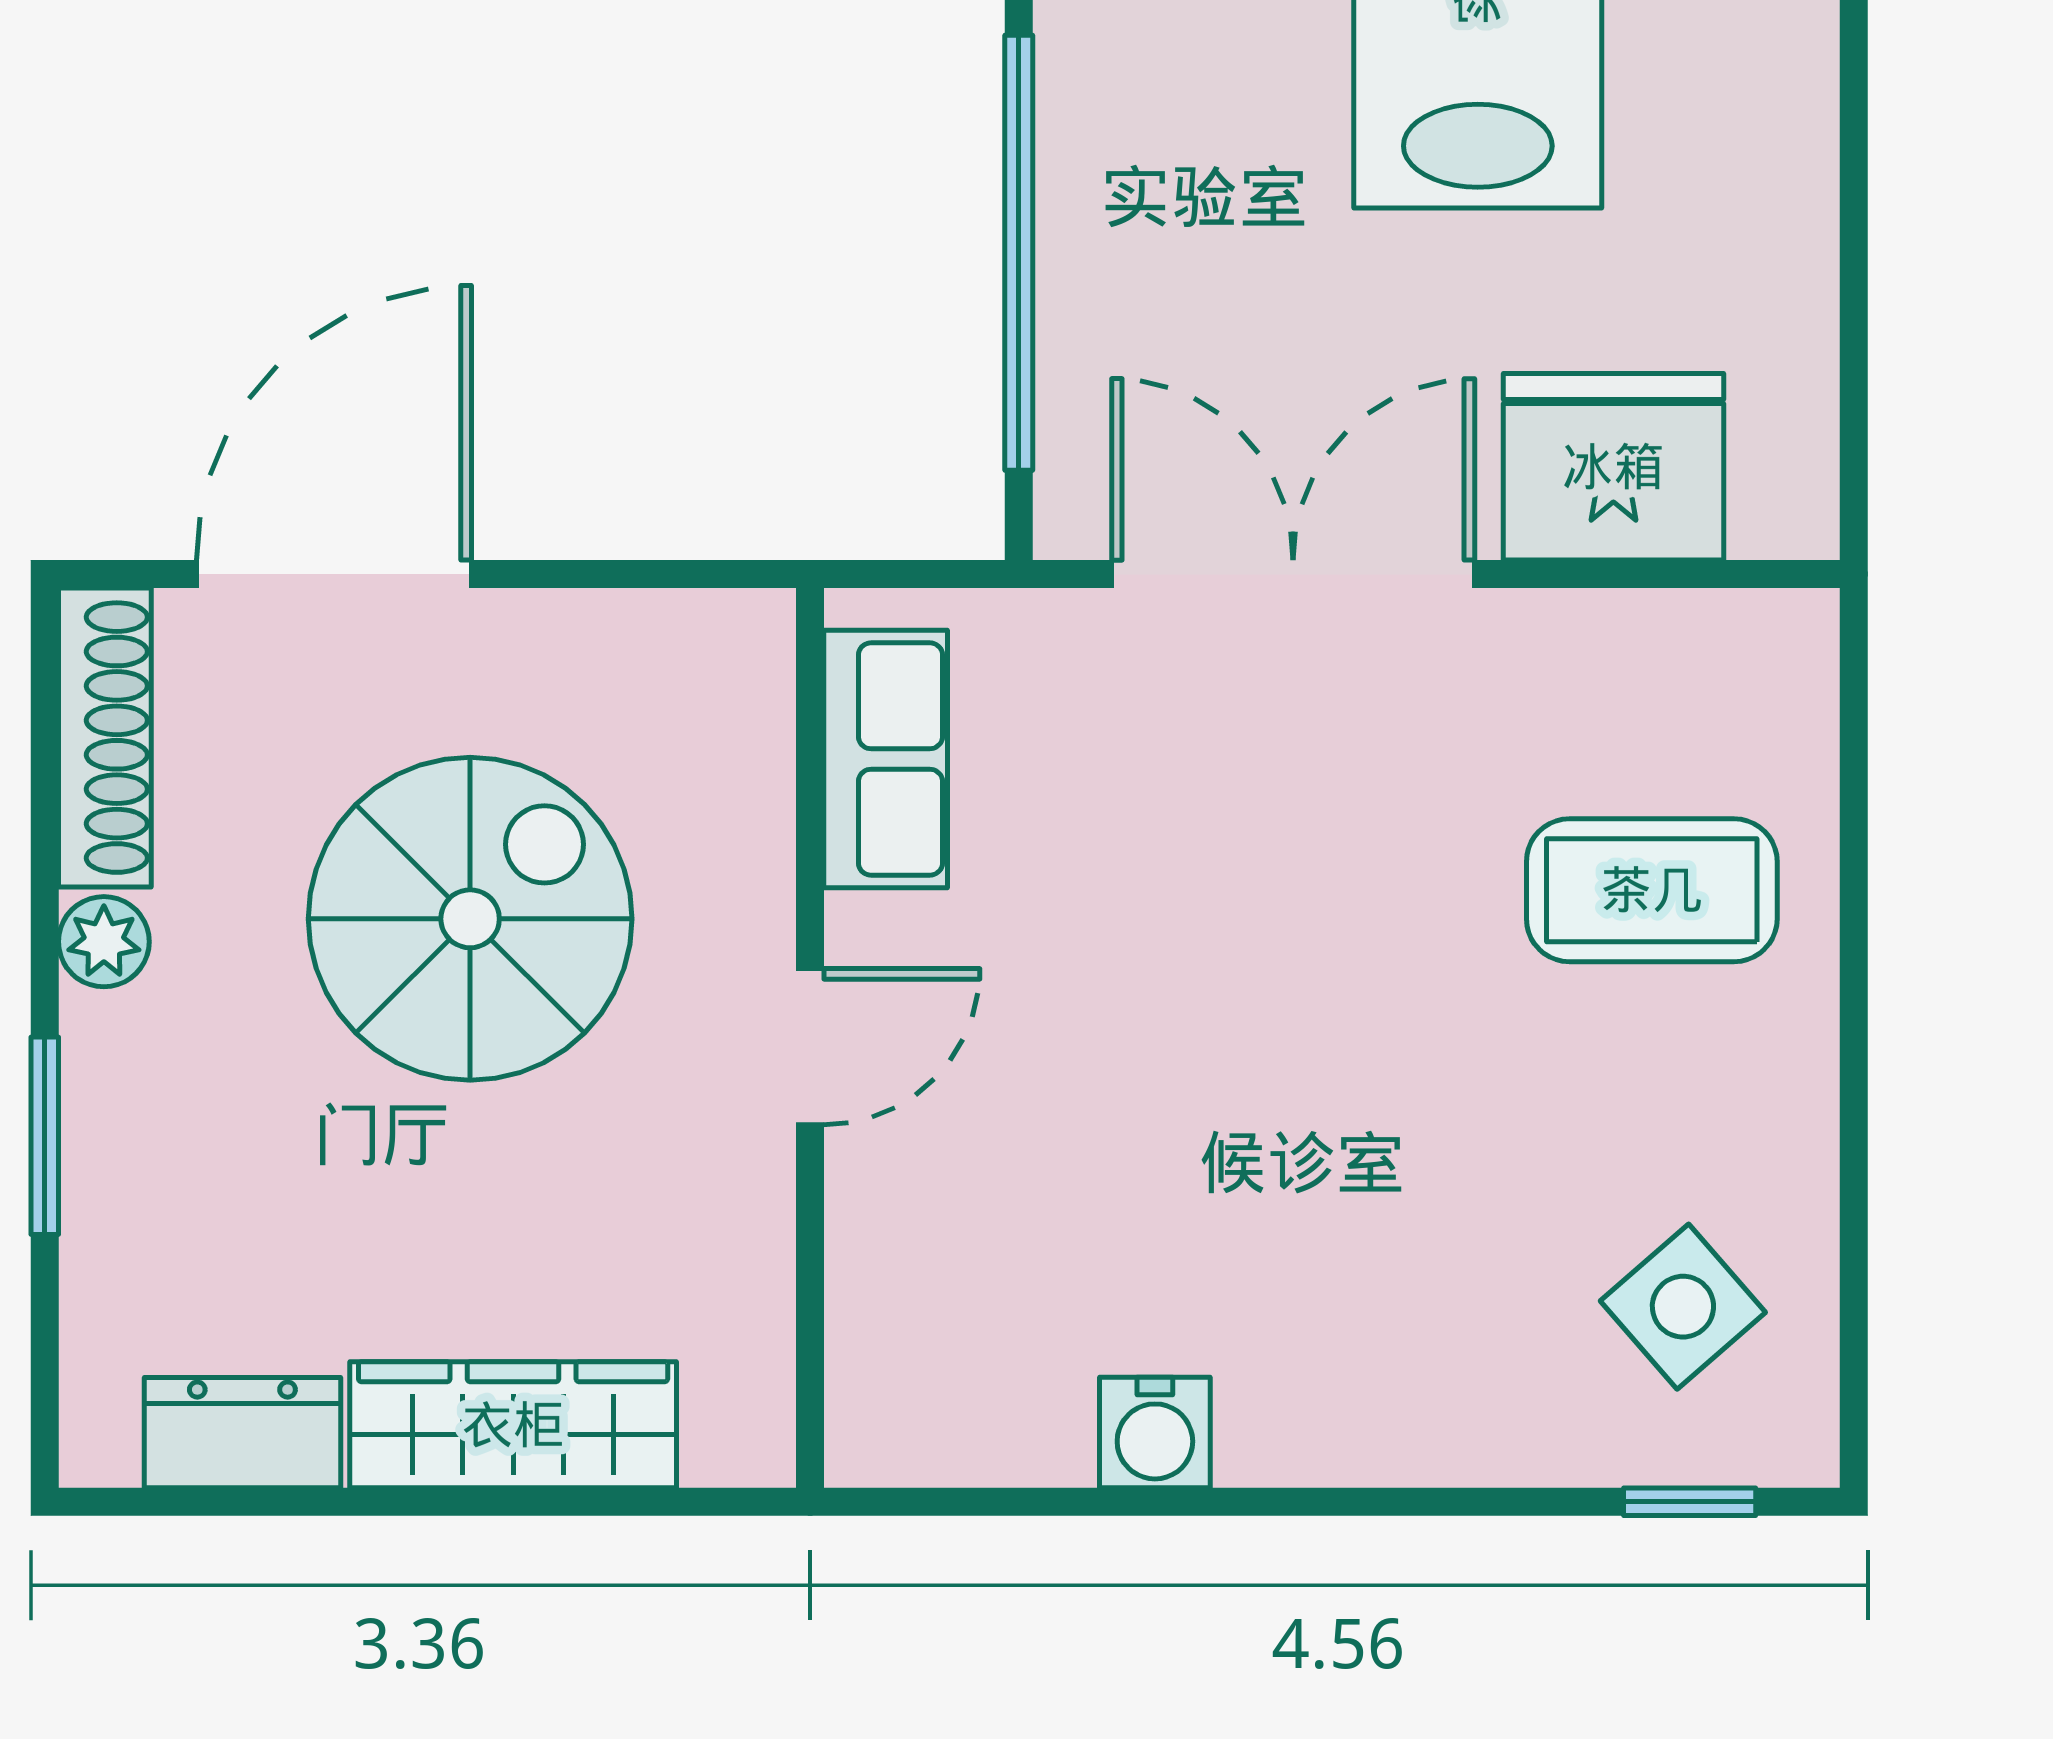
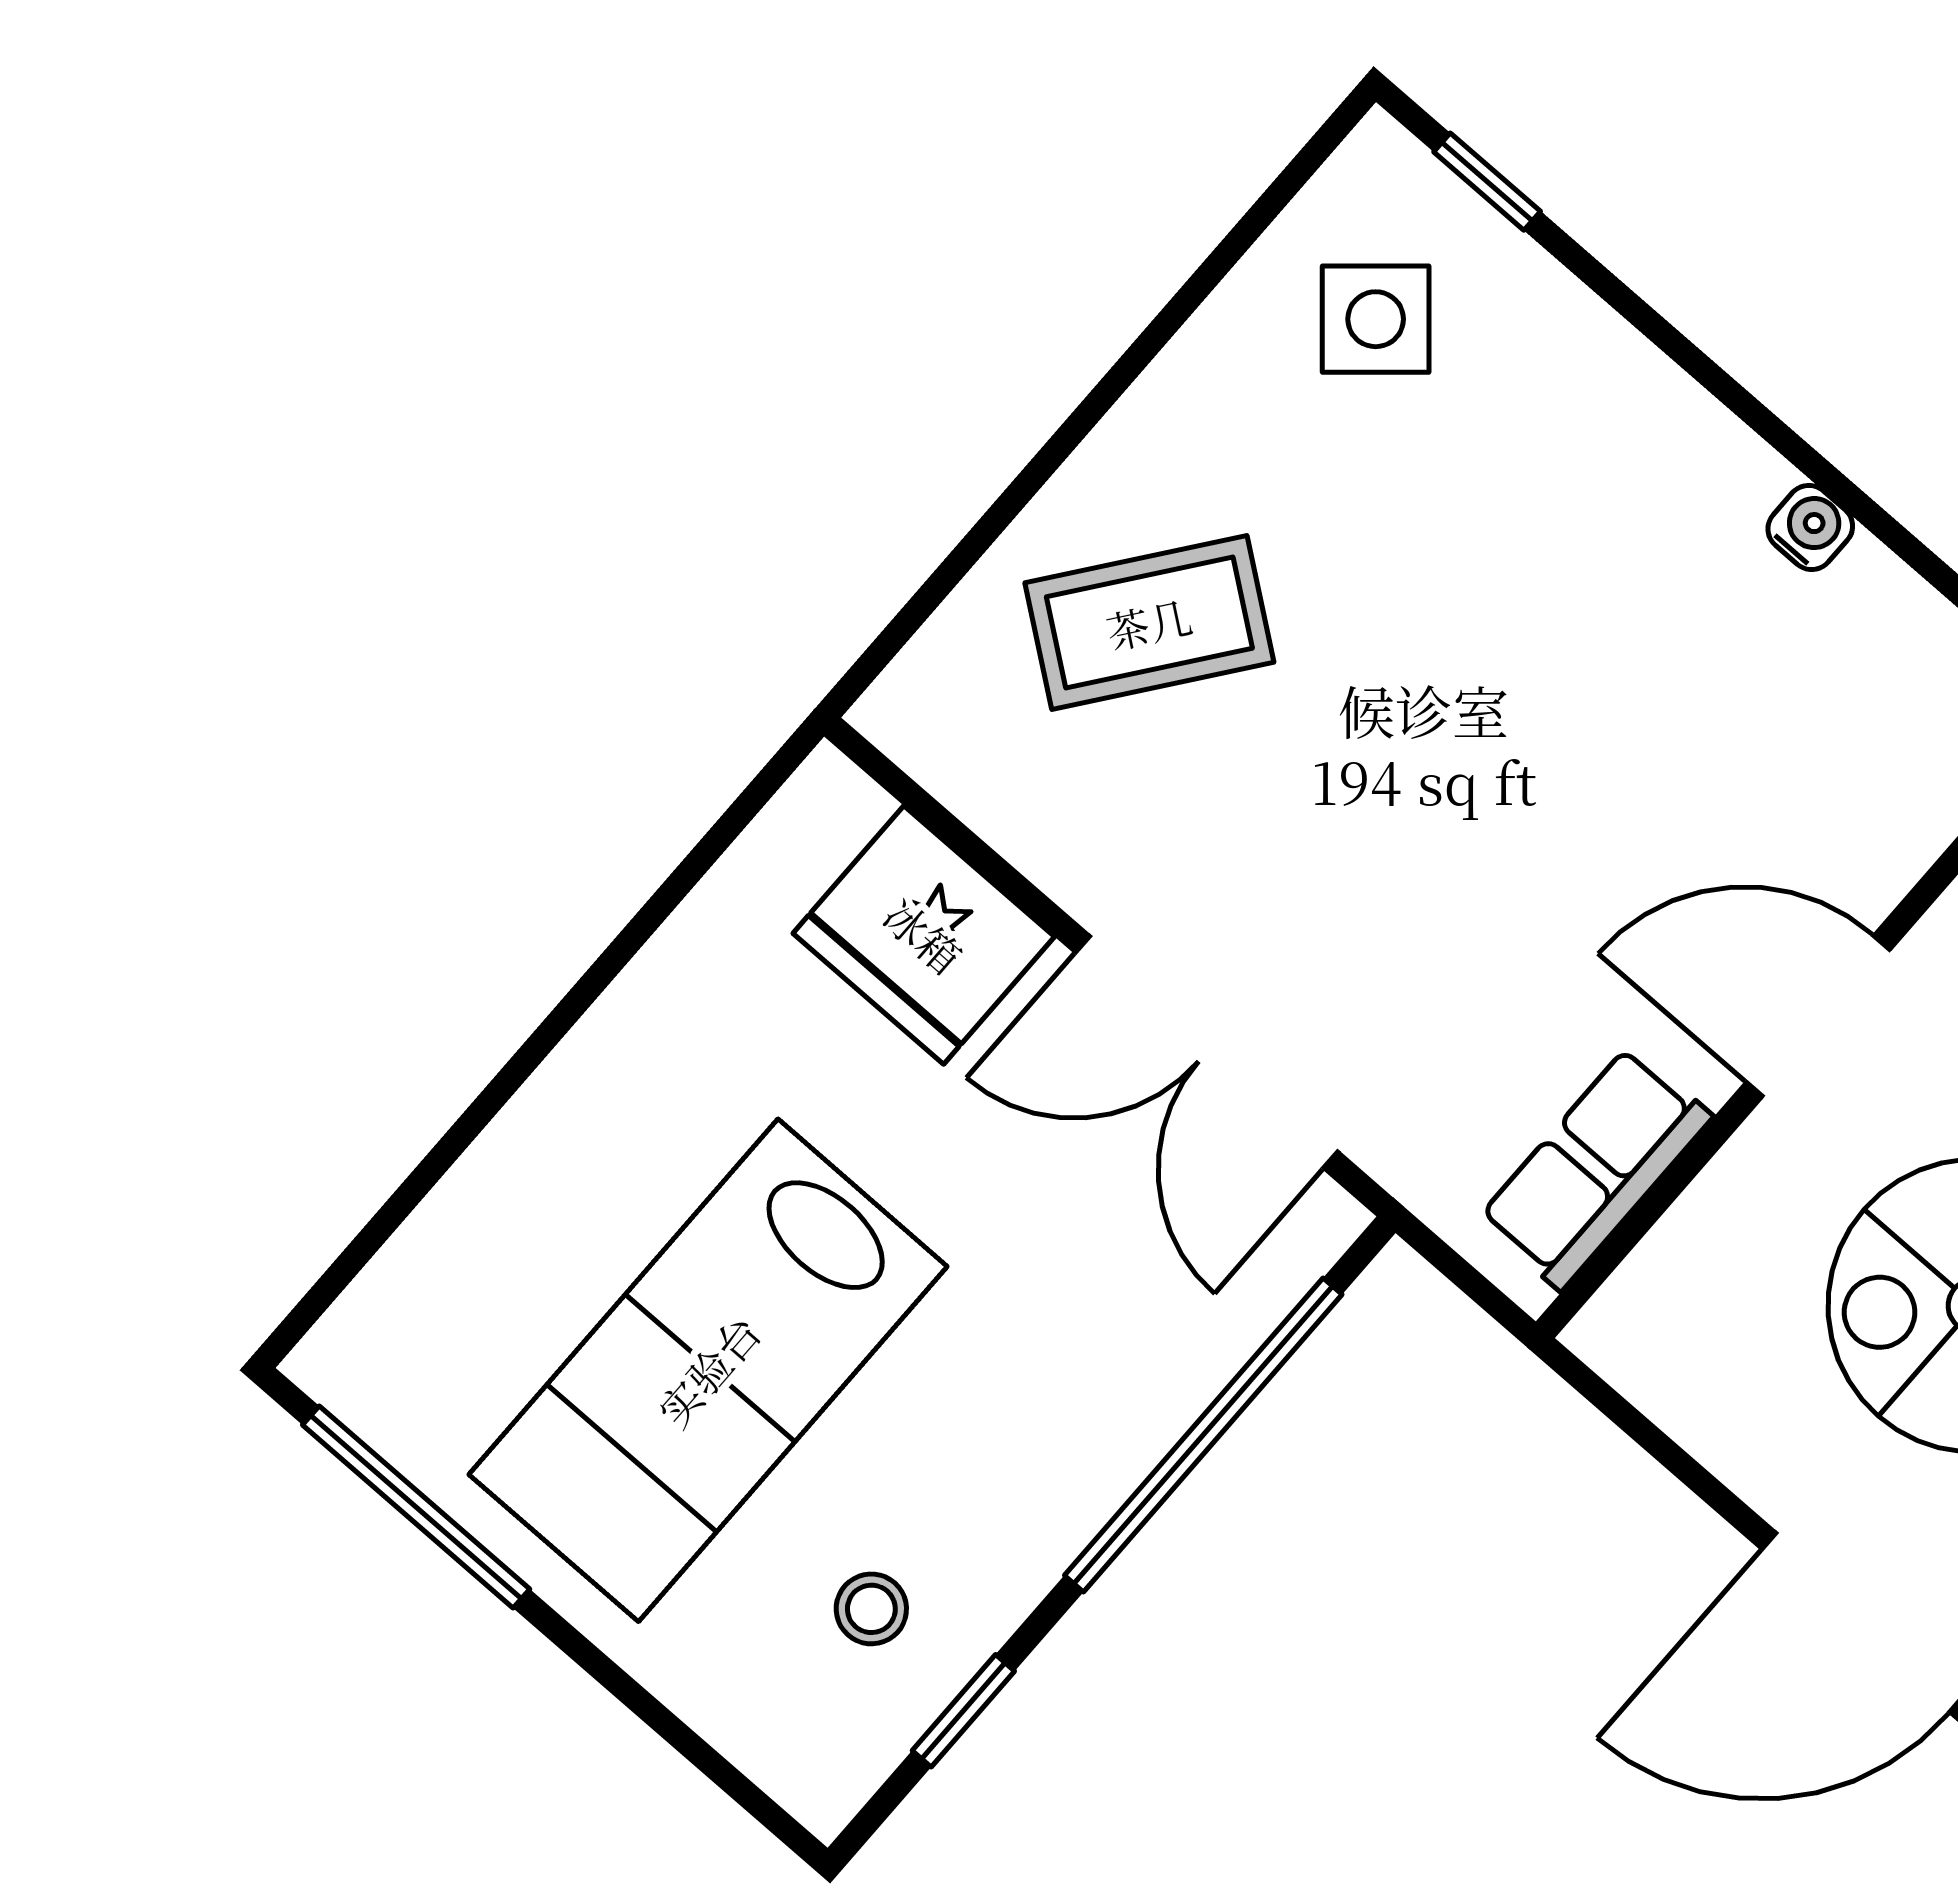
coffee table: (1652, 890) -> (1149, 623), turned -53
door: (810, 1047) -> (1818, 1016), width x1.38
water cooler: (1155, 1433) -> (1810, 527), width x0.72, depth x0.72

